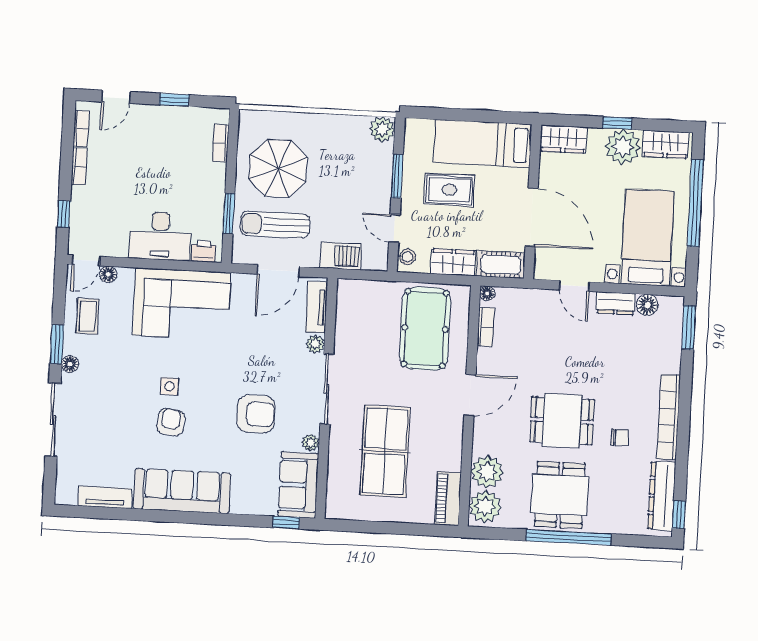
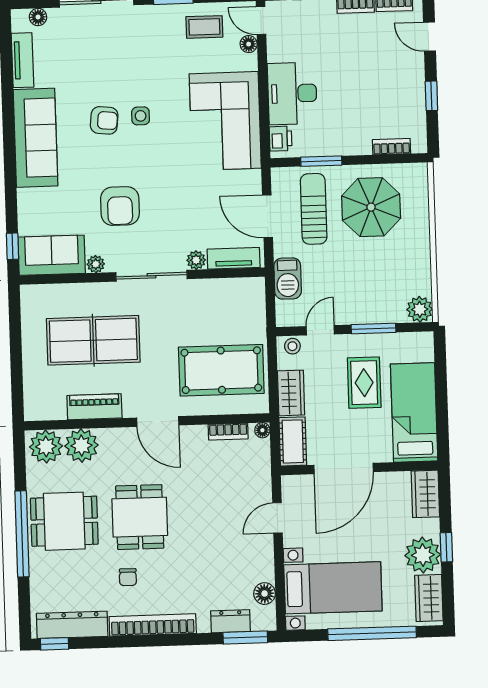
dresser: (616, 303) -> (231, 621), moved, turned 90
floor lamp: (70, 364) -> (38, 17), moved
piano: (448, 499) -> (94, 407), moved

